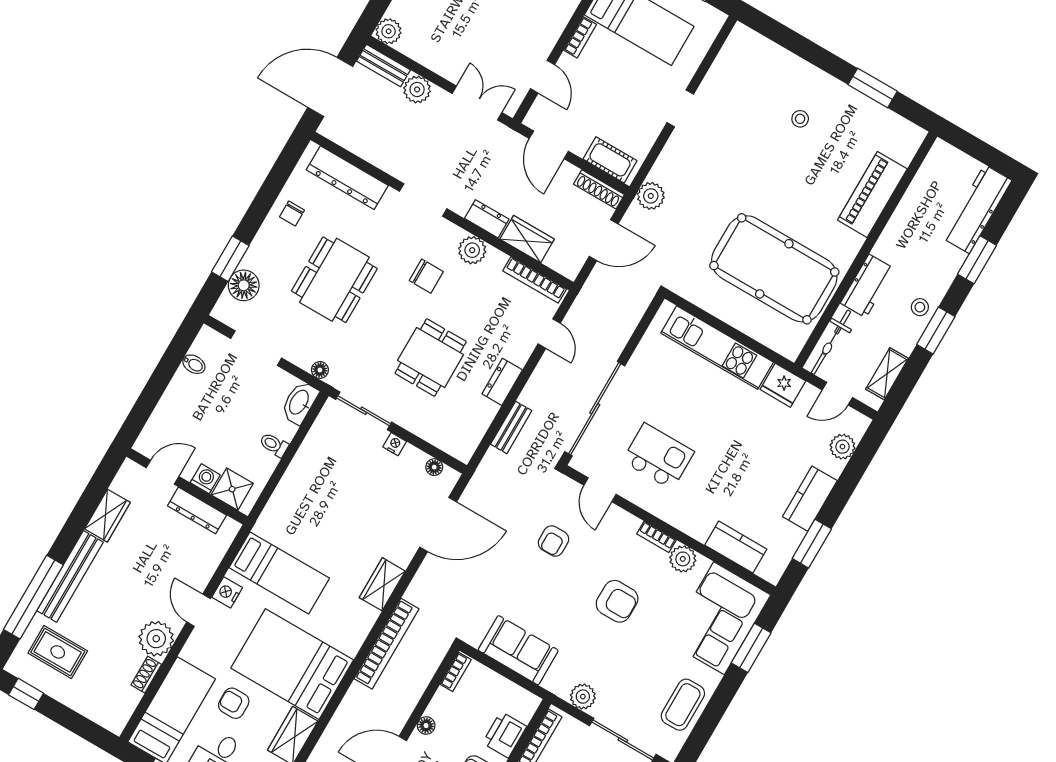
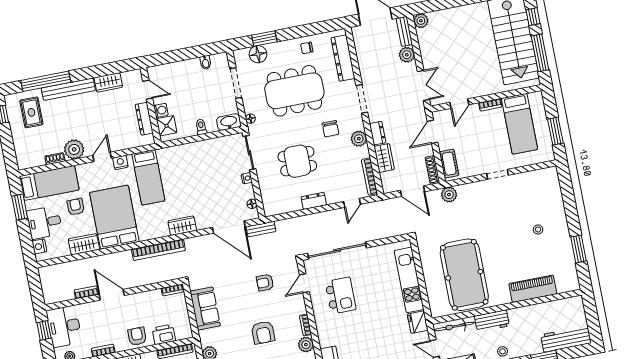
dining table: (334, 280) -> (294, 91), width x1.36, depth x1.24
bench: (511, 427) -> (261, 229), moved
floor lamp: (426, 725) -> (138, 297), removed

